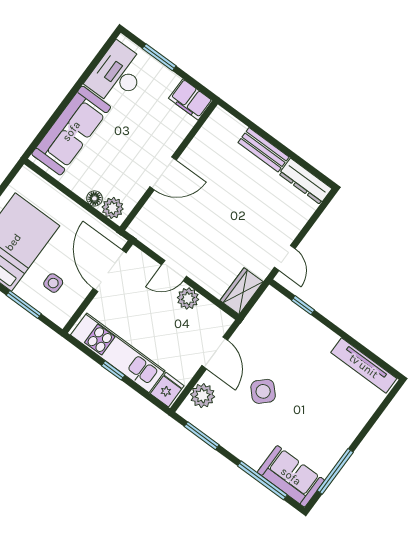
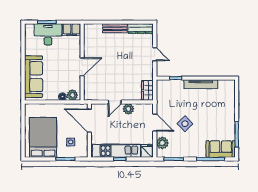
desk: (117, 74) -> (48, 34), moved, turned 90
door: (285, 258) -> (155, 54), moved
tv unit: (364, 366) -> (201, 84), moved

